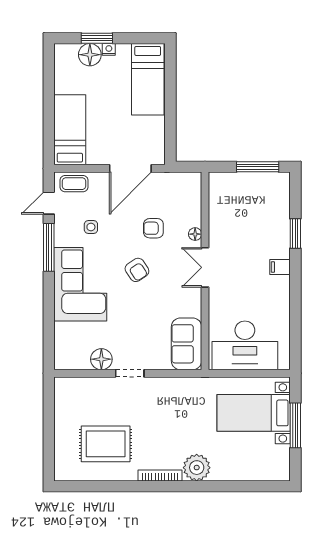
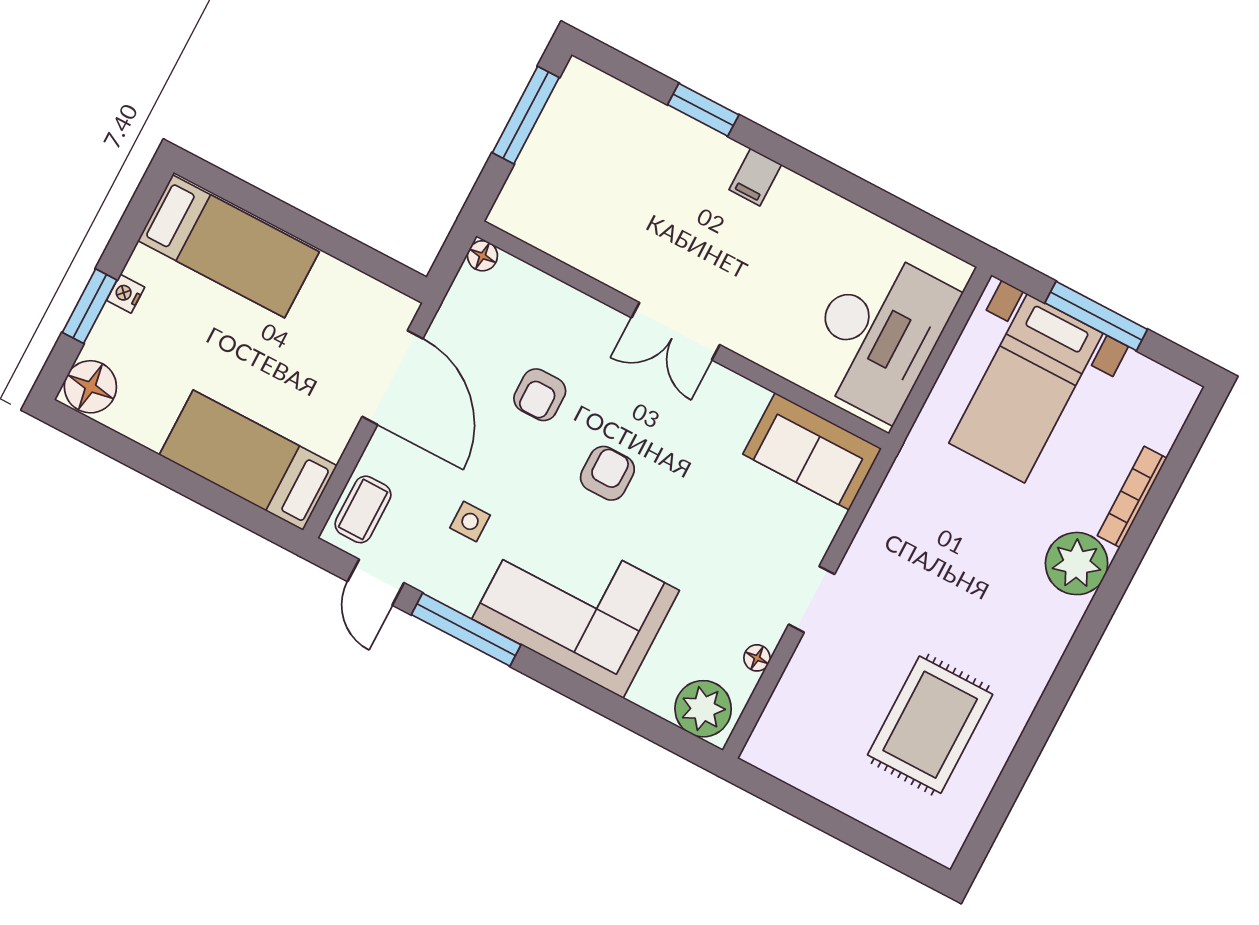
floor lamp: (90, 55) -> (90, 387), moved
floor lamp: (195, 234) -> (482, 256), moved
armchair: (137, 270) -> (607, 473), turned -56
plant: (66, 354) -> (703, 709), added
floor lamp: (101, 359) -> (757, 658), width x0.53, depth x0.53
bookcase: (160, 475) -> (1132, 497), moved

